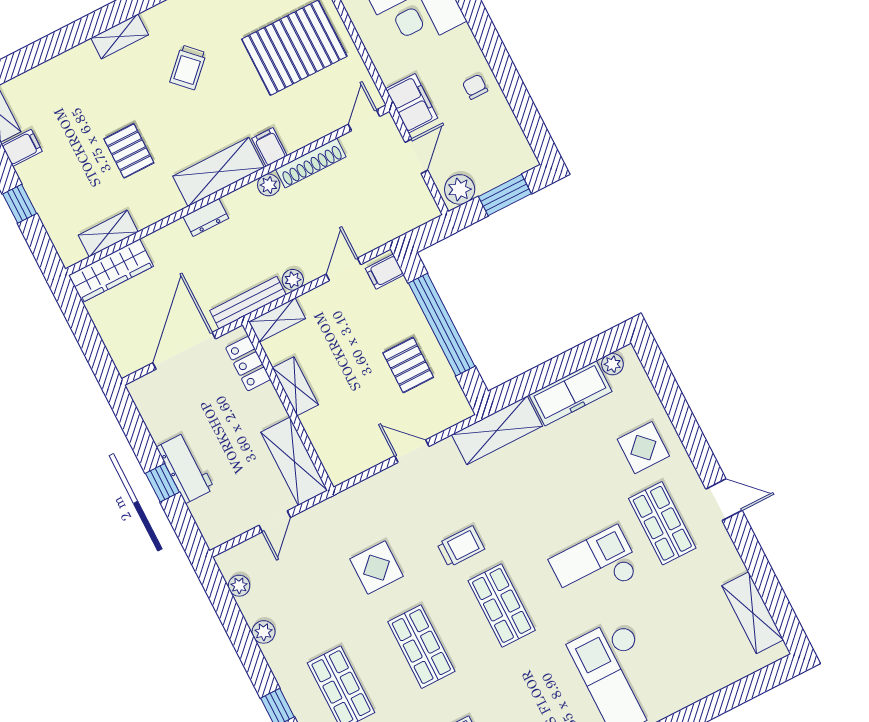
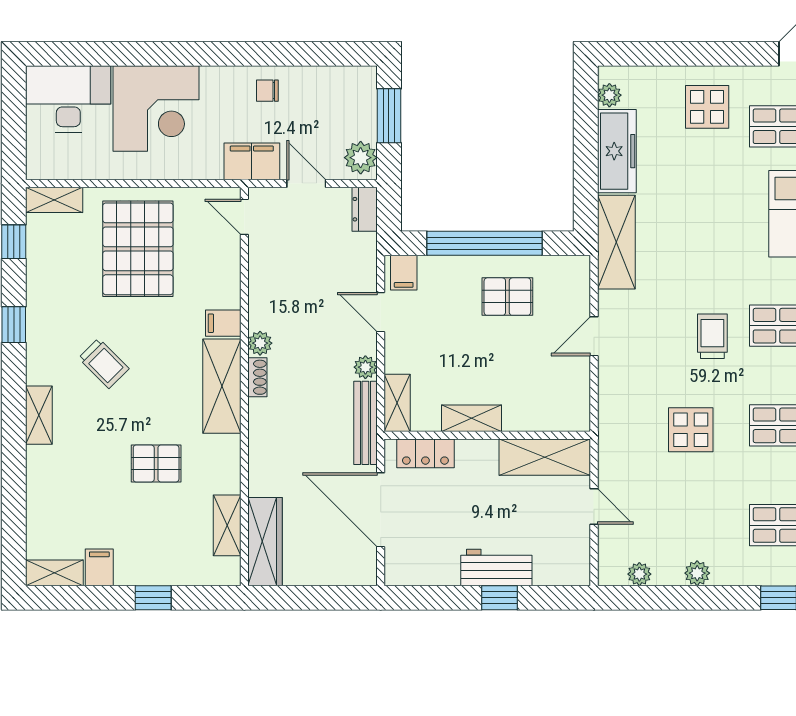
shoe rack: (311, 163) -> (257, 377), moved, width x0.51, depth x0.81
dresser: (206, 217) -> (365, 209), moved, turned 180

